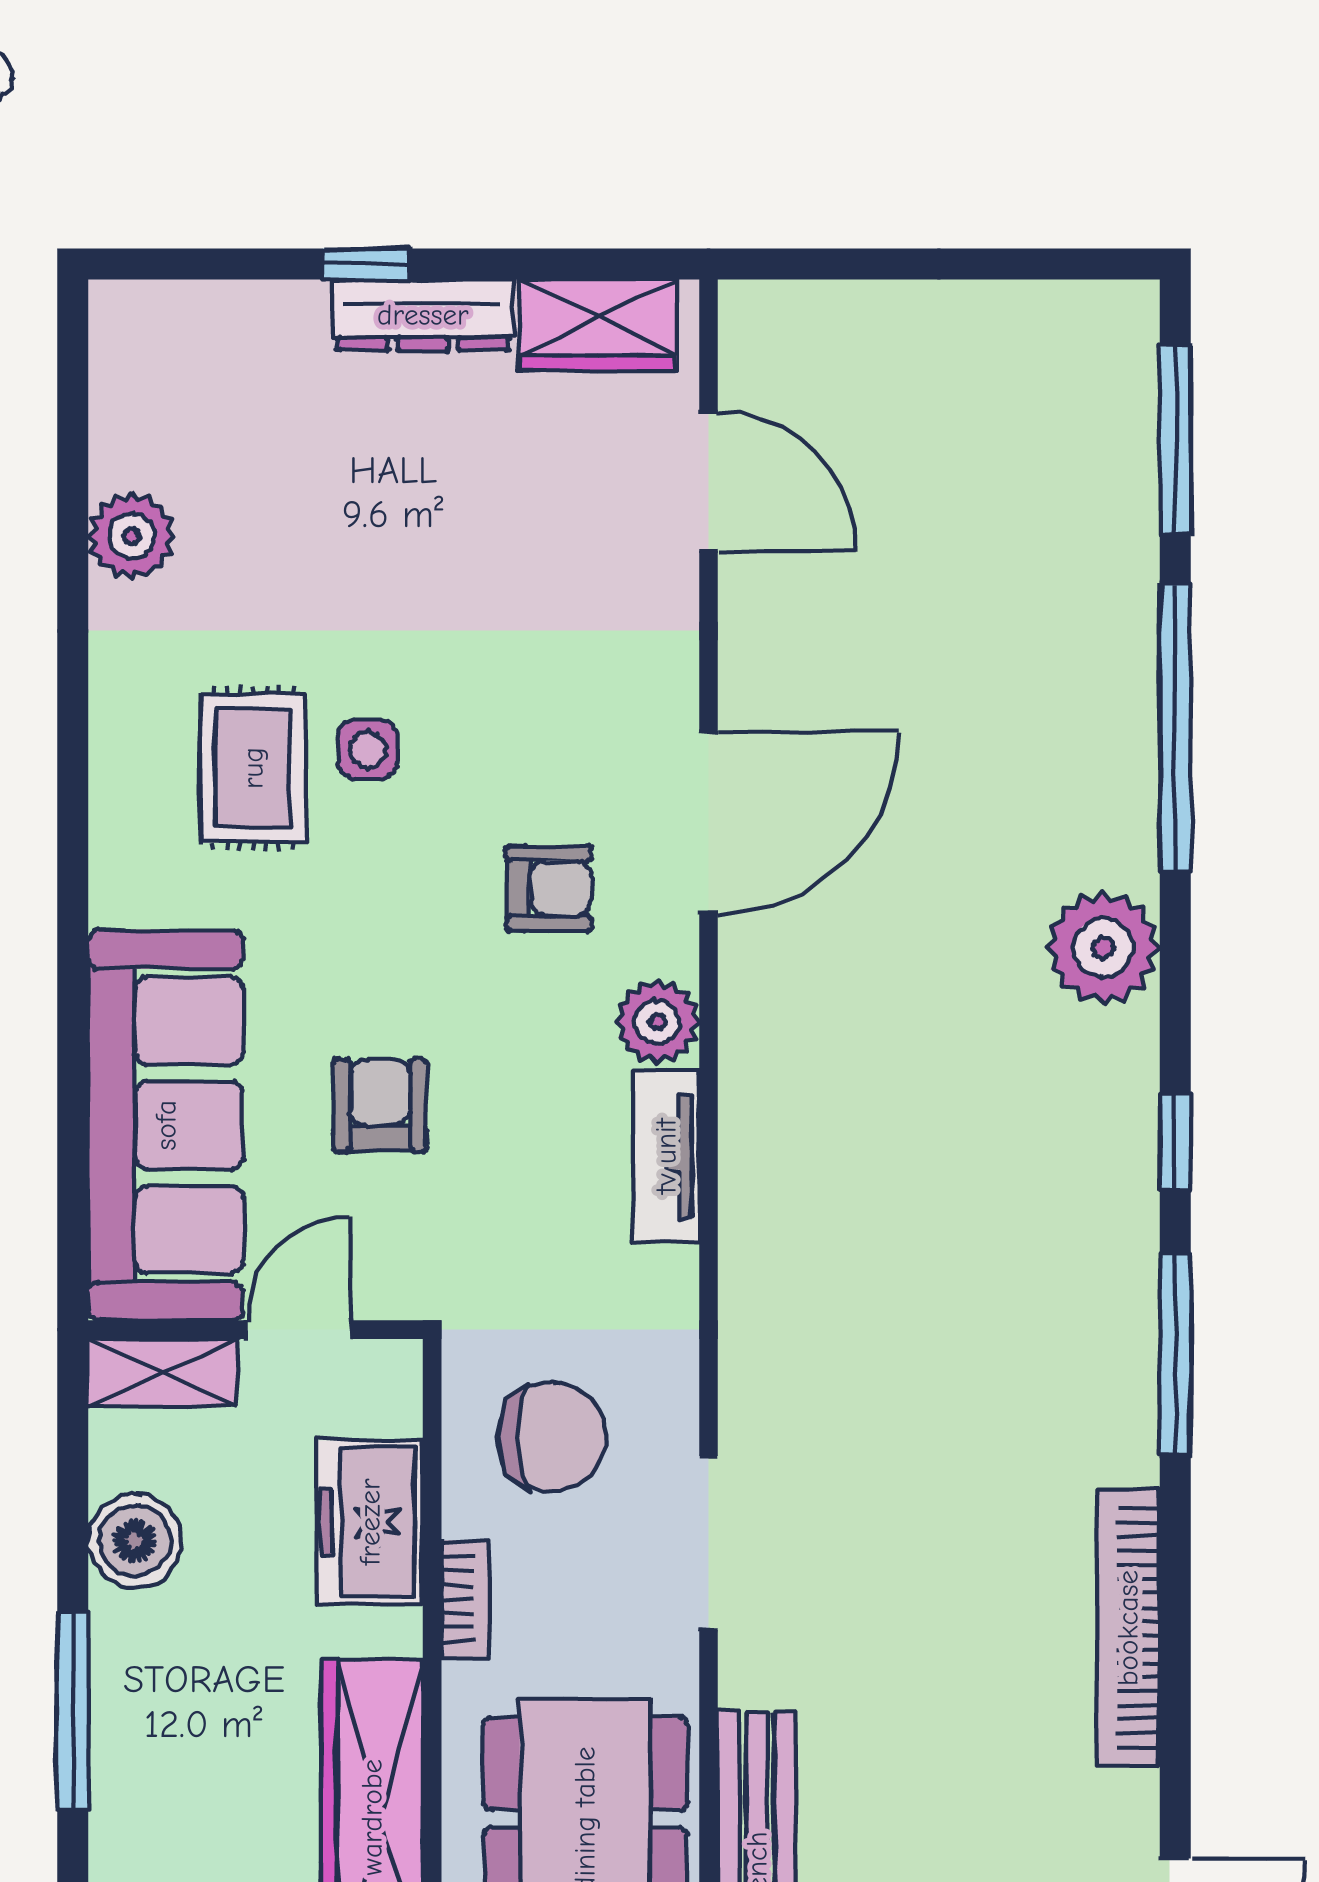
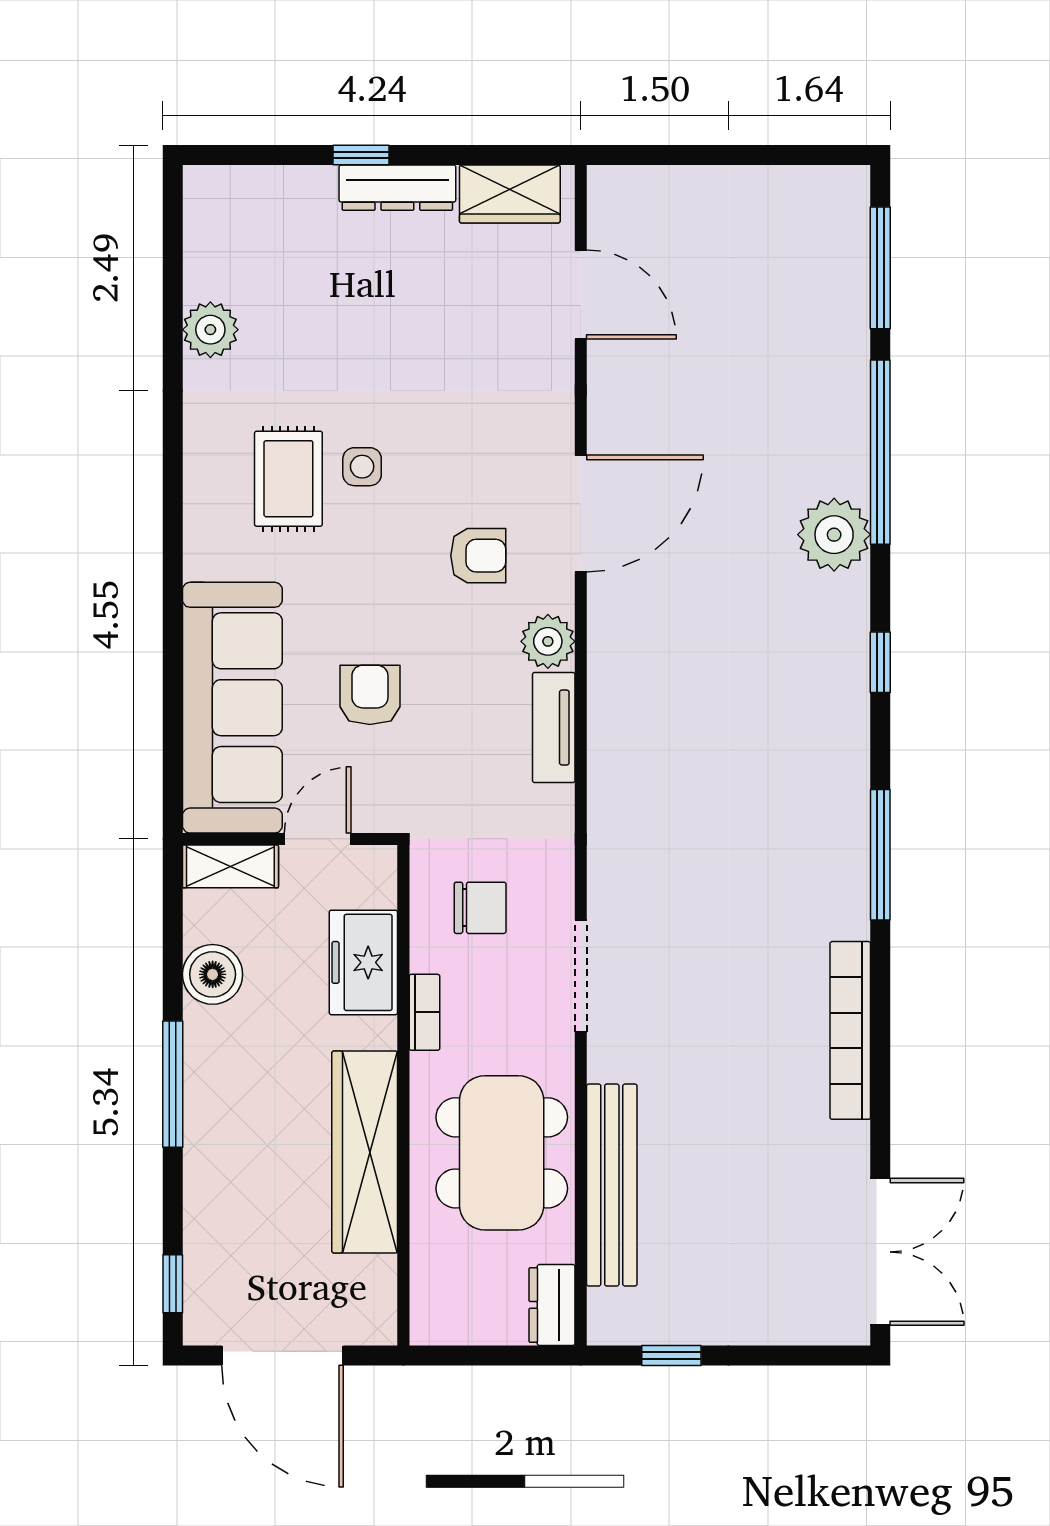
plant: (1103, 948) -> (834, 535), moved
window: (1175, 1142) -> (880, 662), moved
chair: (552, 1437) -> (480, 908), width x0.73, depth x0.73

